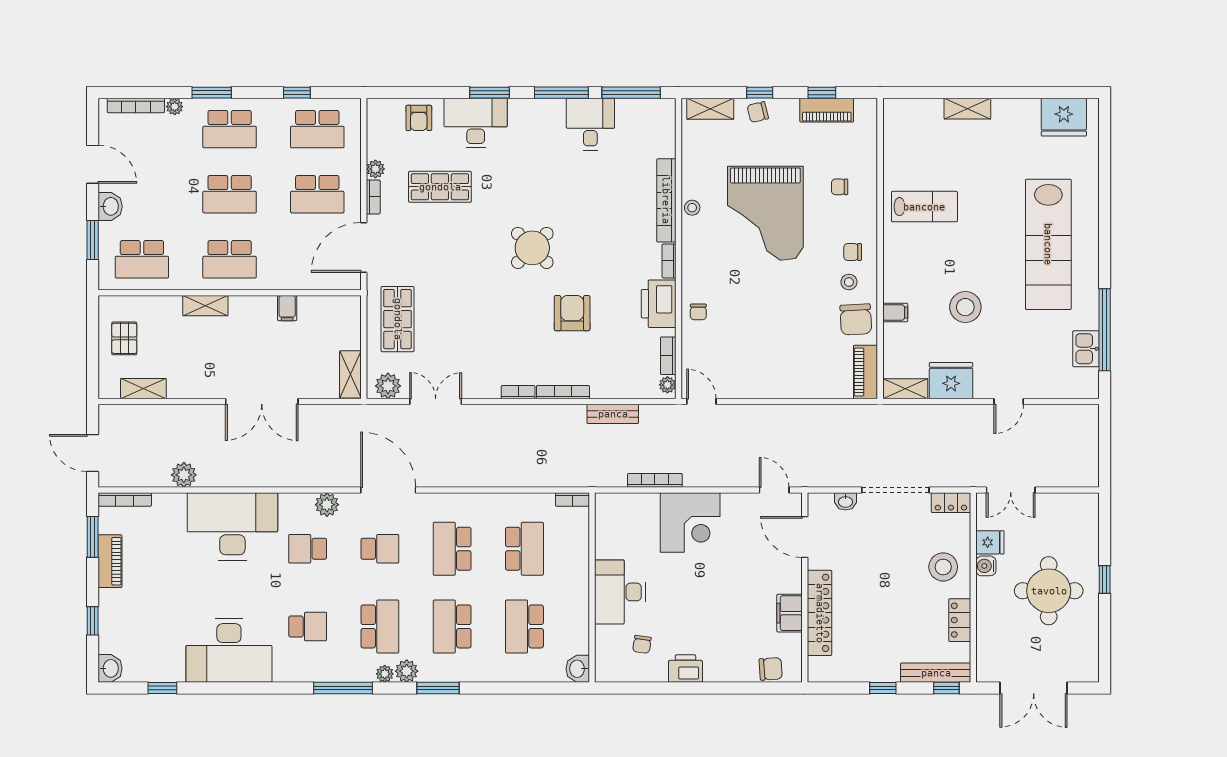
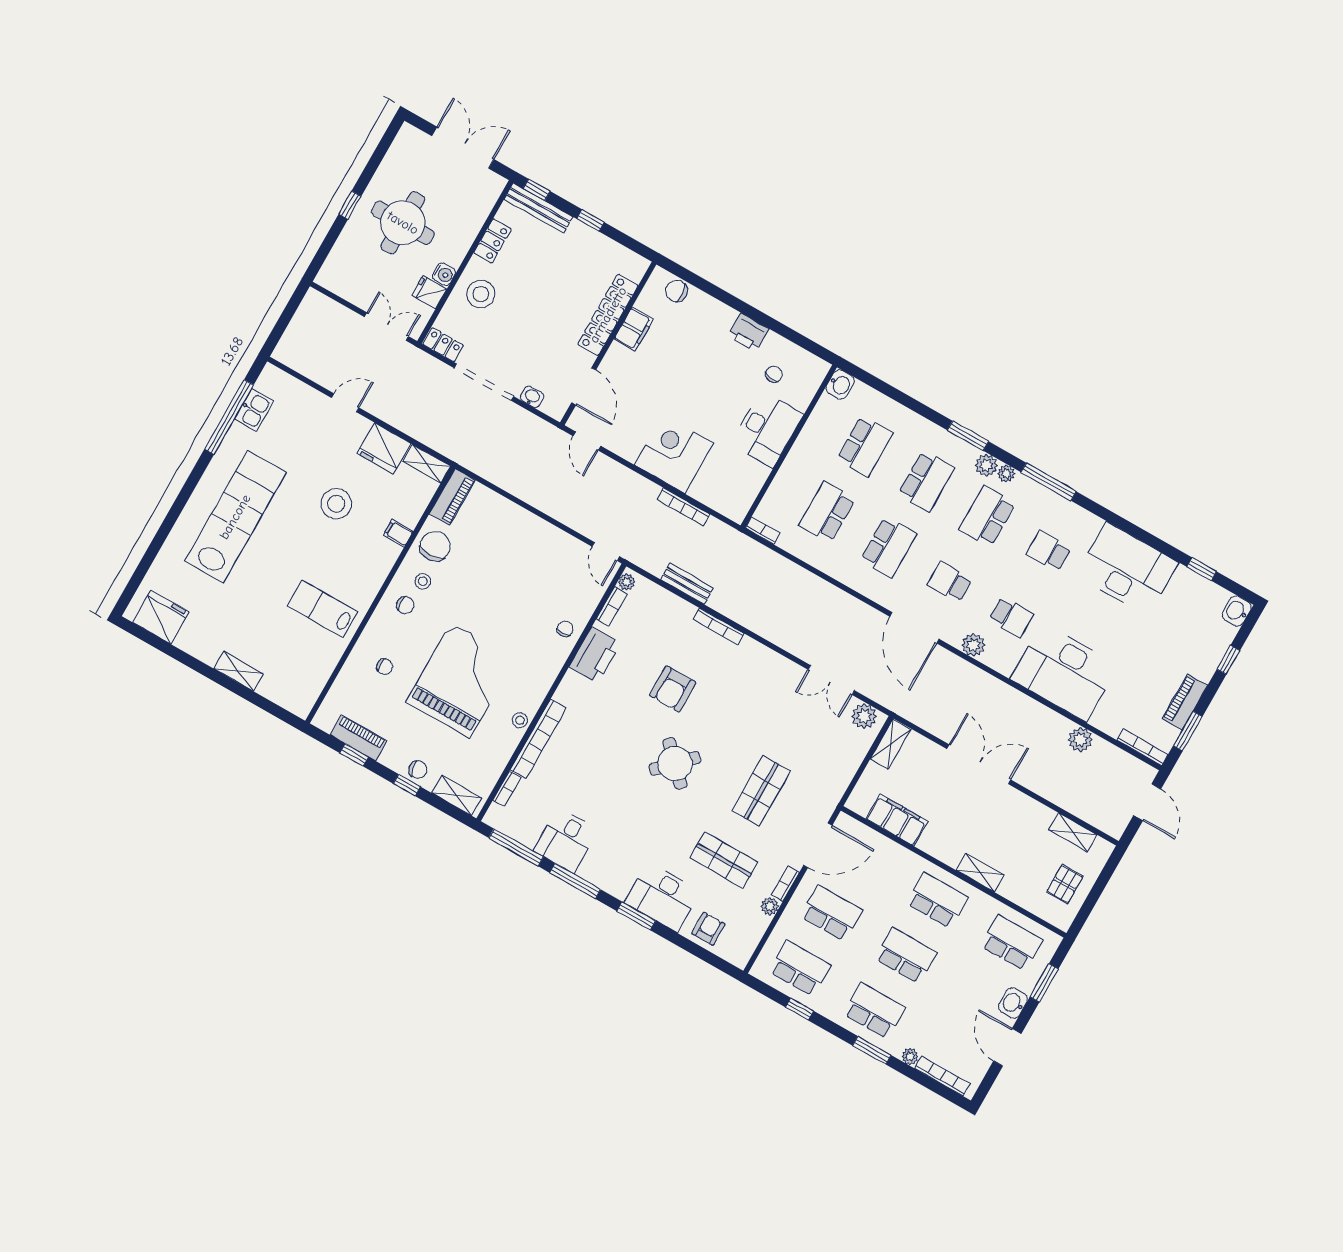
bookcase: (669, 261) -> (507, 789), moved
filing cabinet: (287, 308) -> (897, 820), width x3.00, depth x1.17
shop shelf: (398, 319) -> (761, 791), moved
bookcase: (518, 392) -> (757, 648), removed

